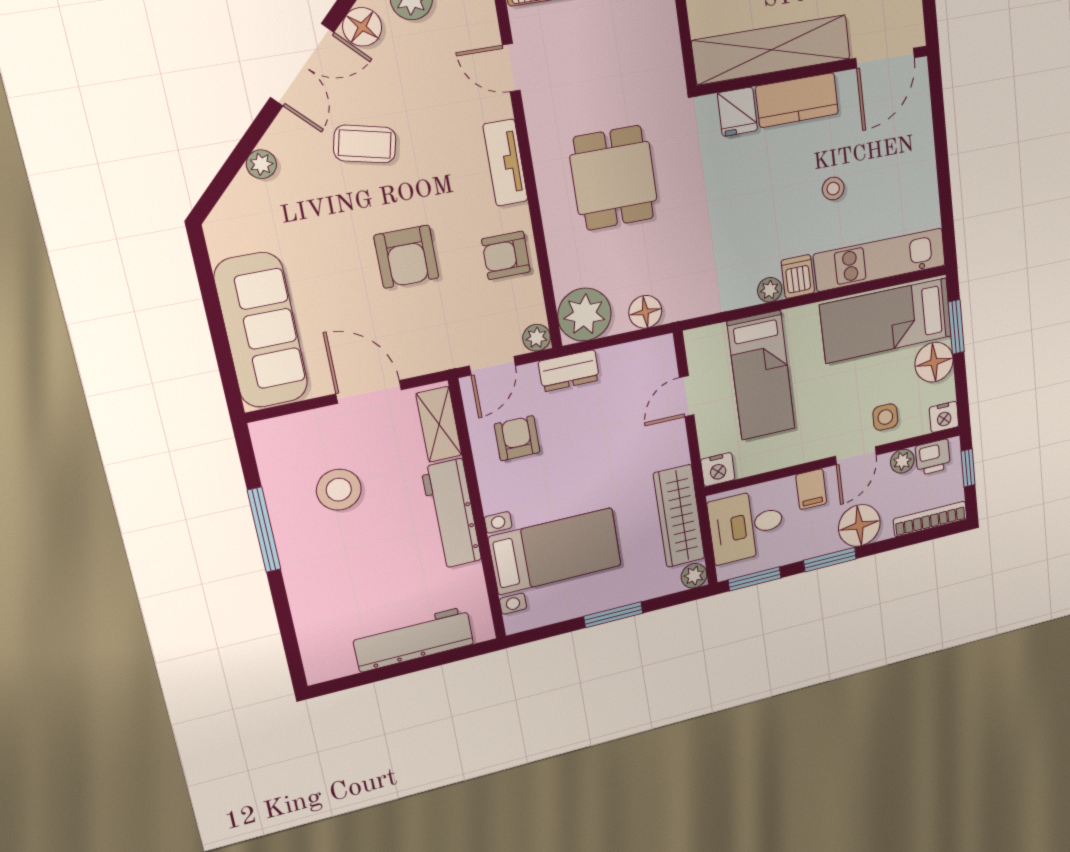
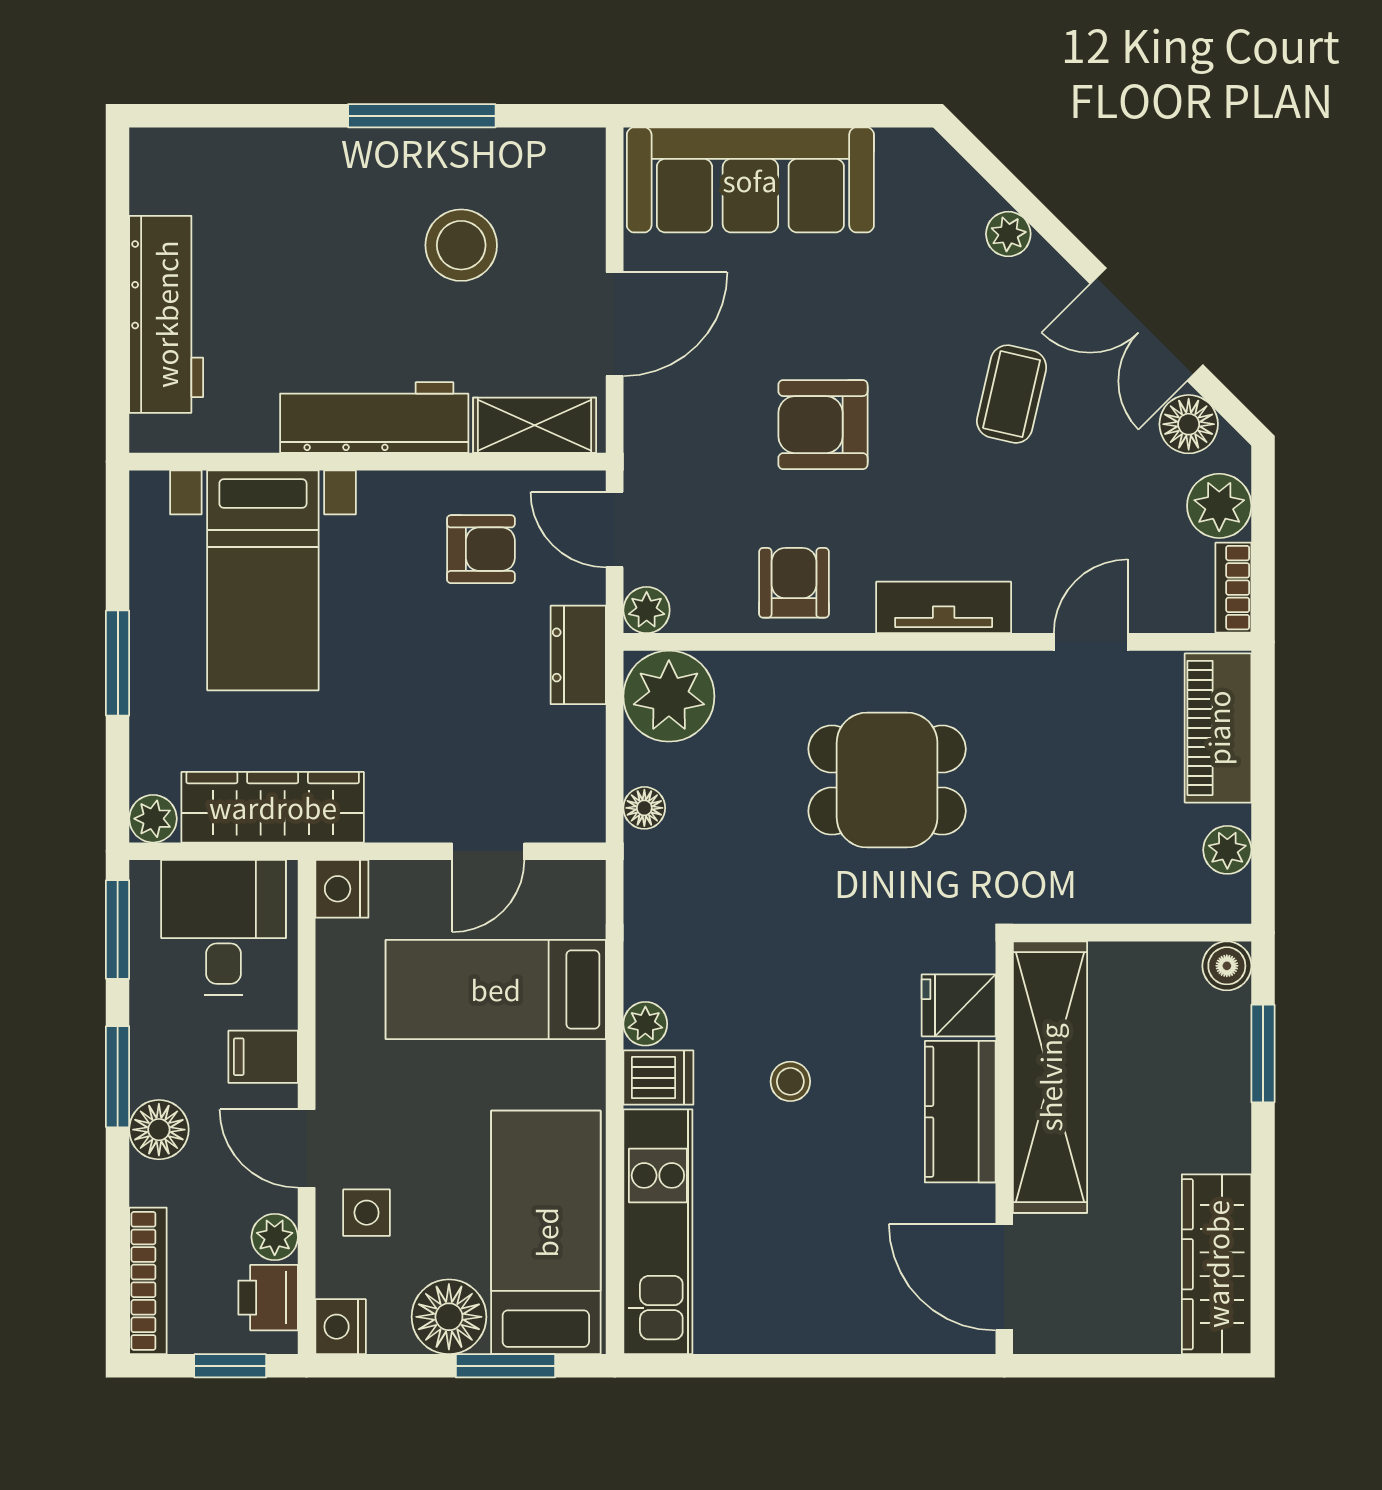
stool: (833, 189) -> (790, 1081), moved
floor lamp: (645, 312) -> (644, 808), width x0.73, depth x0.73
door: (687, 396) -> (488, 851), swing flipped
floor lamp: (859, 525) -> (159, 1130), width x0.73, depth x0.73

